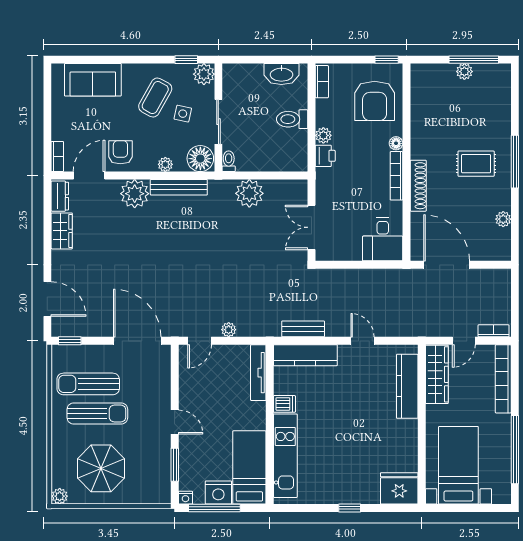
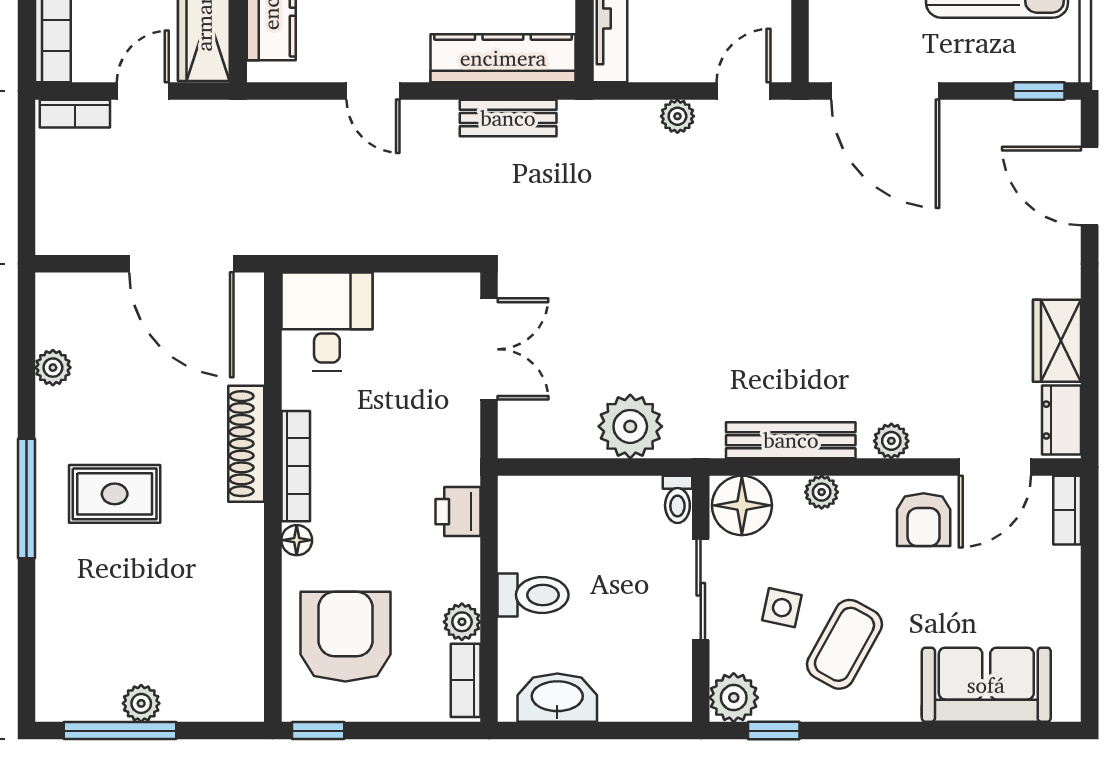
plant: (323, 135) -> (462, 622), moved
plant: (135, 194) -> (891, 441), width x0.53, depth x0.53

